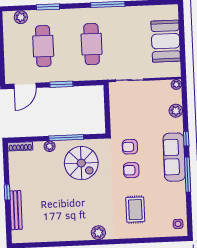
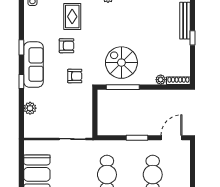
plant: (176, 84) -> (29, 133), removed
window: (66, 138) -> (123, 87), moved
plant: (50, 146) -> (161, 80), moved
armchair: (131, 170) -> (67, 46), moved
window: (188, 175) -> (21, 47), width x0.46

